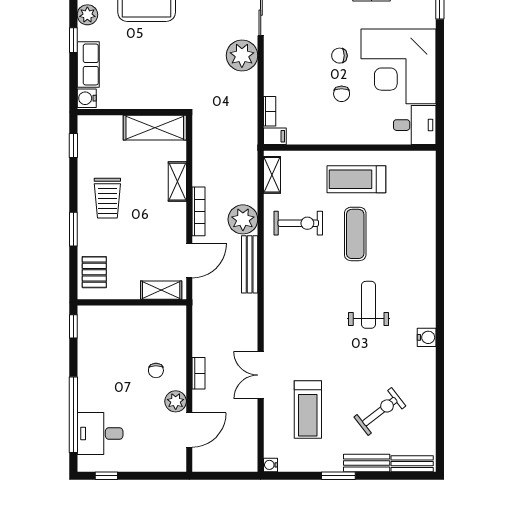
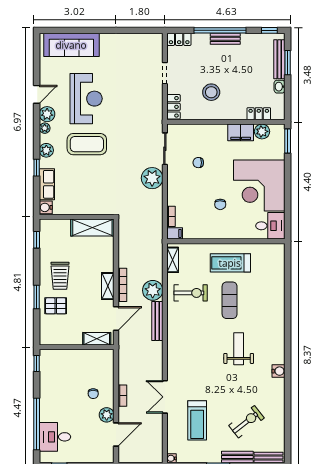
chair: (339, 56) -> (198, 163), moved
shelving: (177, 182) -> (108, 286), moved
pallet: (94, 272) -> (56, 306), moved, turned 90

